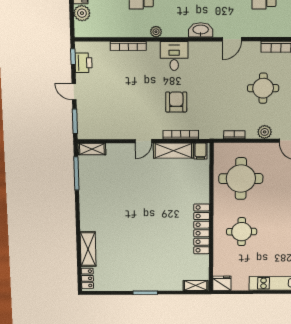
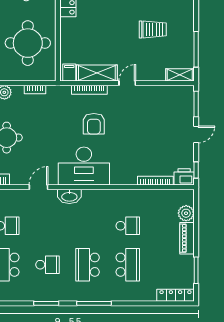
plant: (156, 32) -> (114, 195), removed
bookcase: (128, 46) -> (155, 181), moved
desk: (174, 56) -> (84, 166), width x1.87, depth x1.30
printer: (84, 63) -> (184, 177), moved, turned 90
door: (74, 92) -> (196, 134), hinge flipped
trolley: (119, 192) -> (153, 29), added

